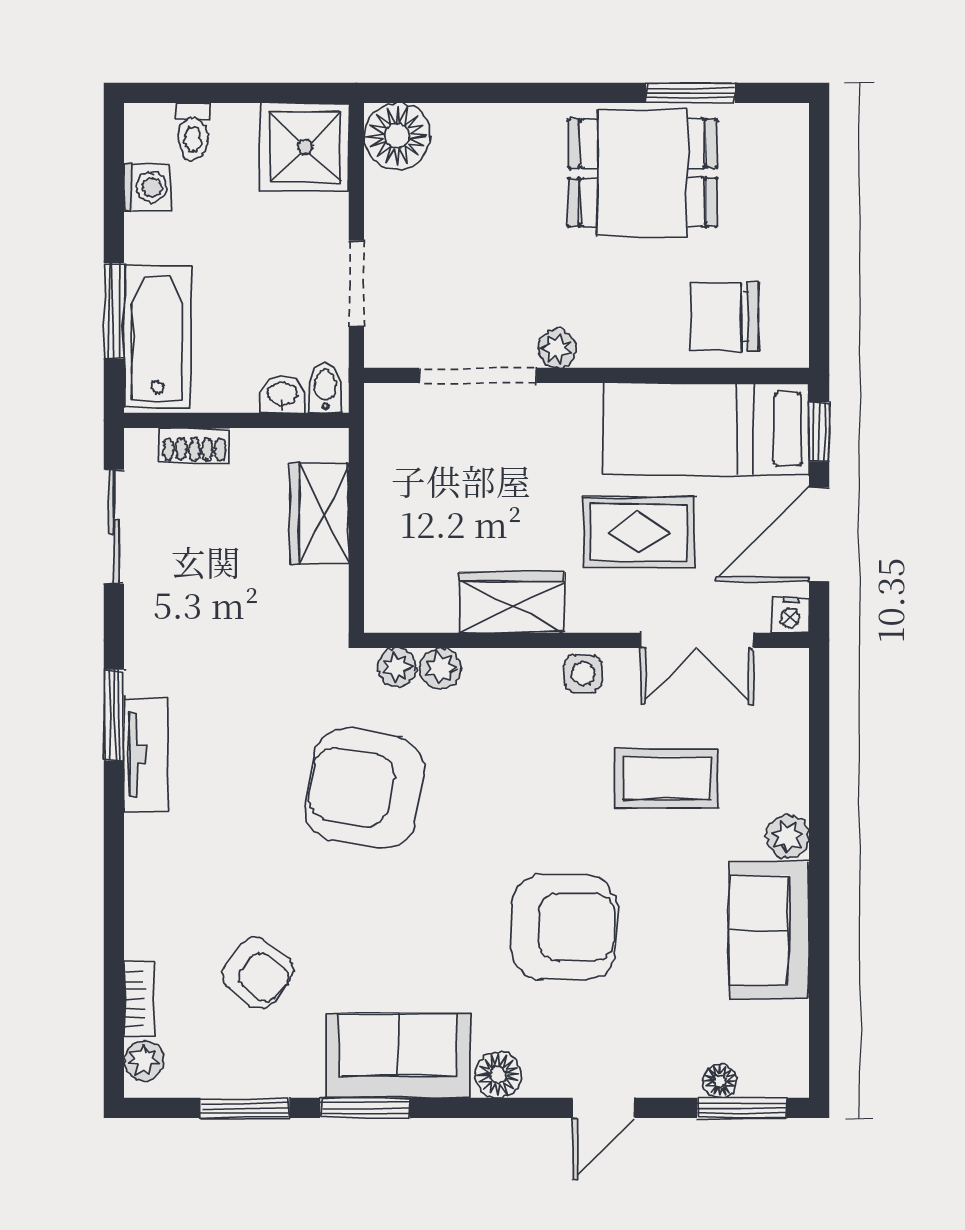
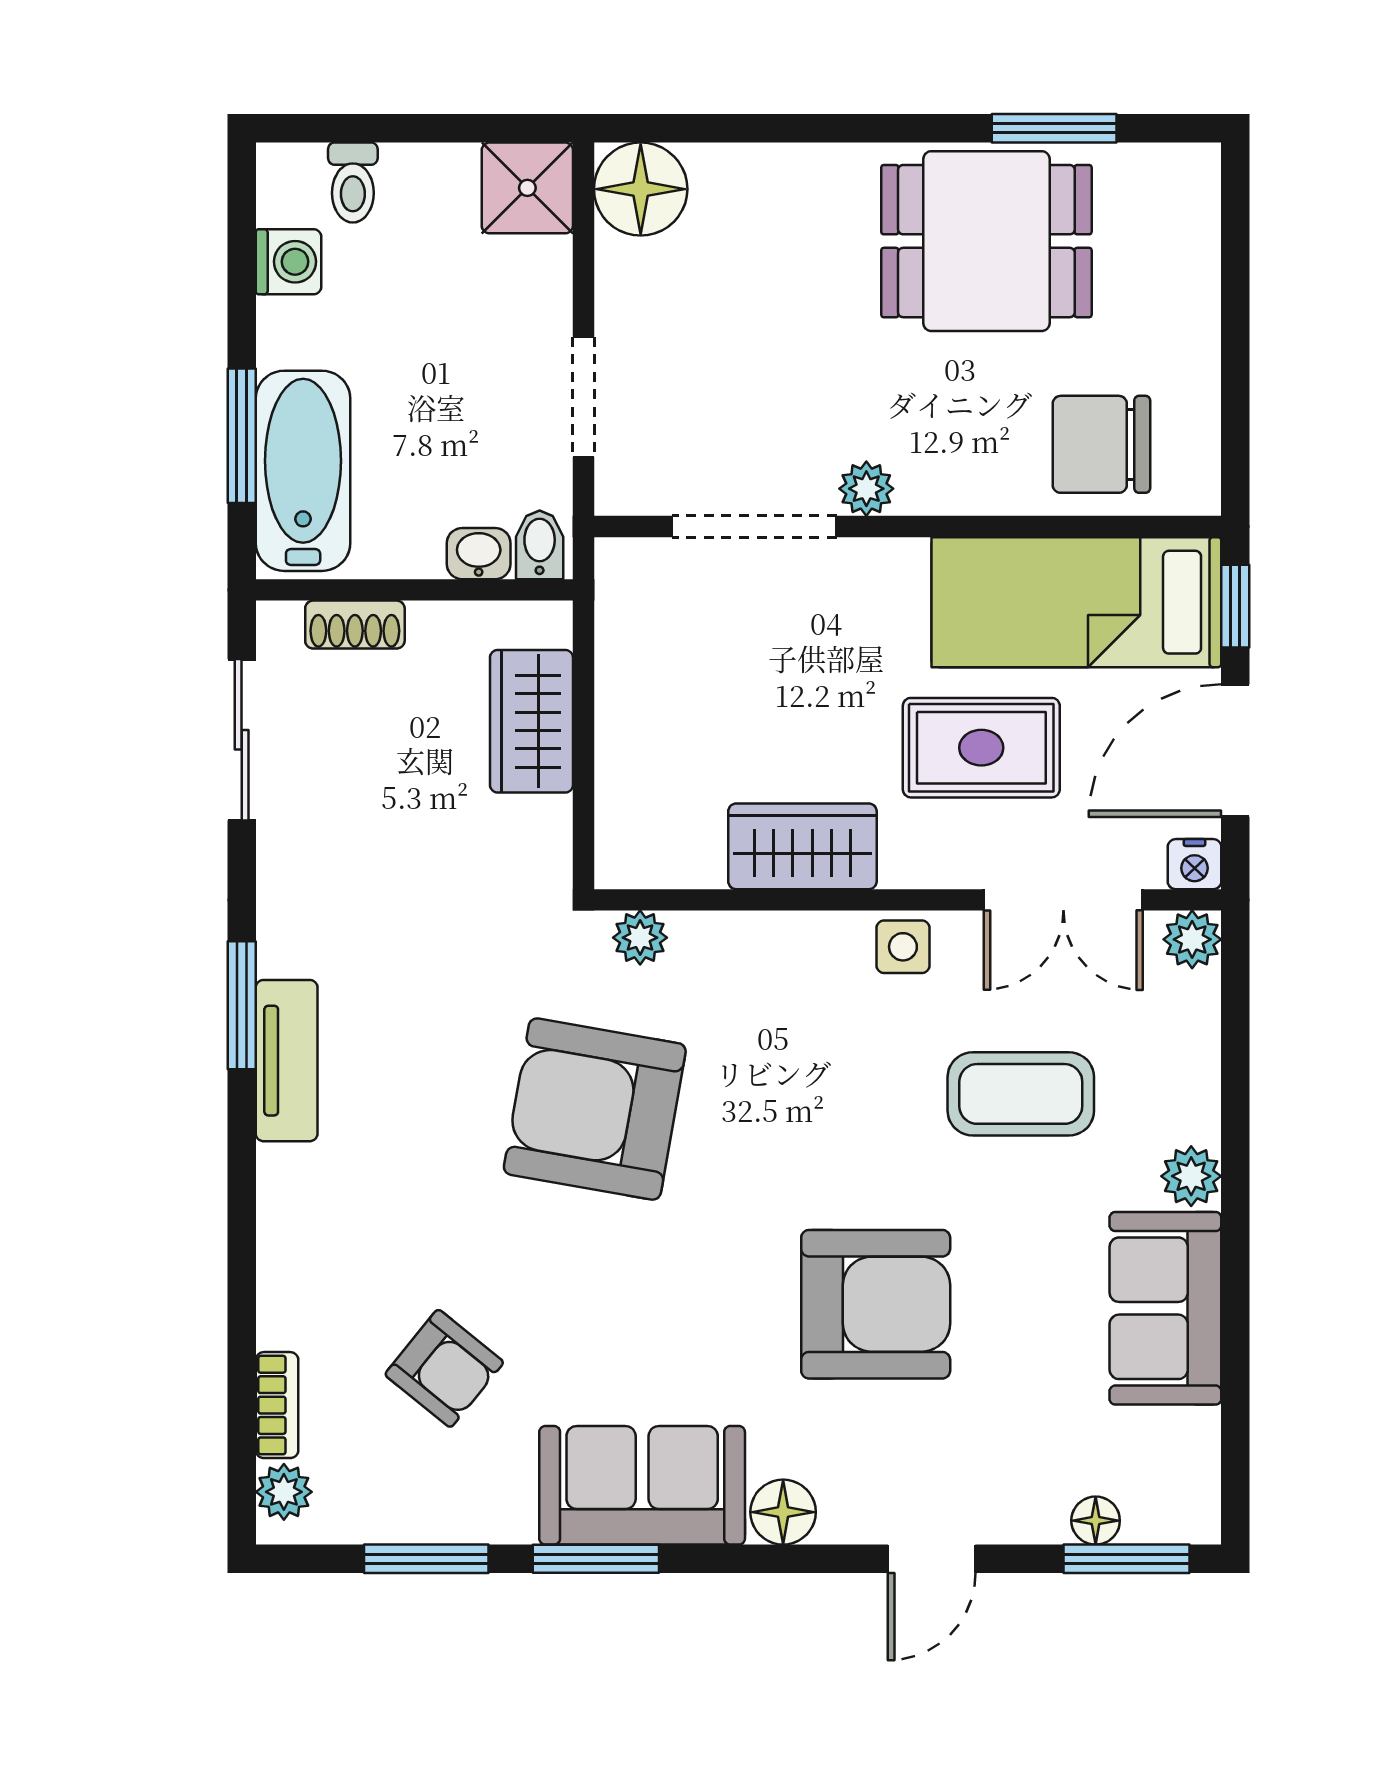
shower: (305, 147) -> (527, 188), width x0.73, depth x0.73
plant: (440, 668) -> (1192, 939), moved

